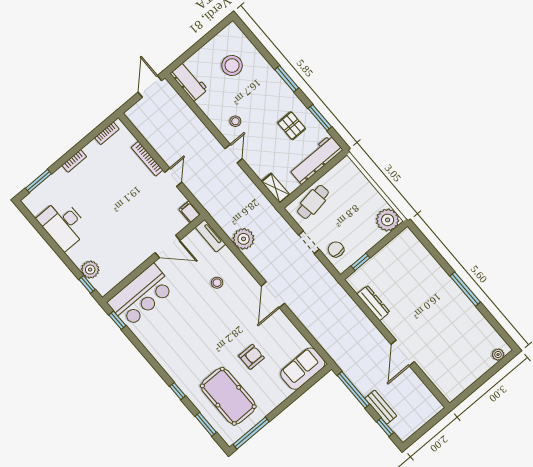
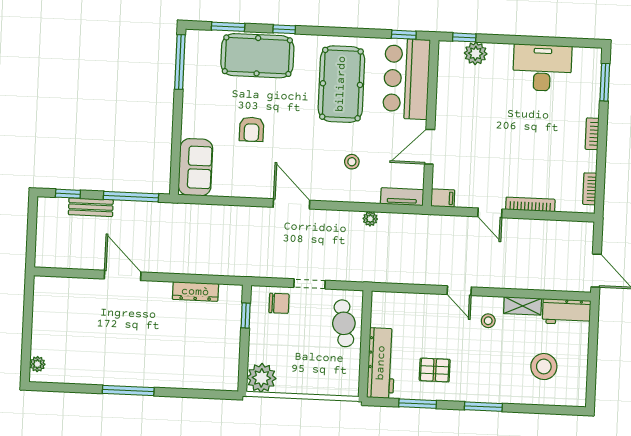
shelving: (276, 188) -> (523, 306), moved
plant: (244, 239) -> (370, 219), width x0.53, depth x0.53
pool table: (178, 330) -> (341, 84), added
pool table: (228, 396) -> (257, 56), moved

